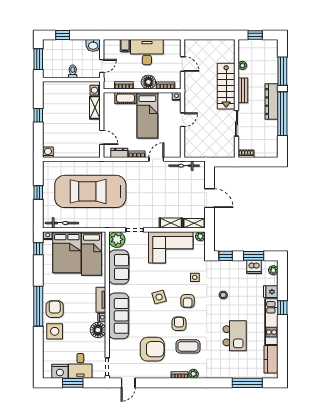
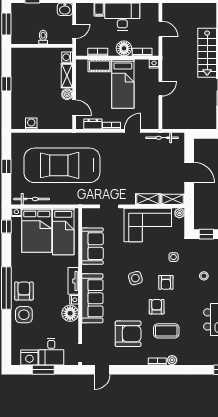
boiler: (95, 125) -> (67, 94), added
washing machine: (48, 152) -> (31, 123), moved
plant: (117, 239) -> (90, 217), removed

